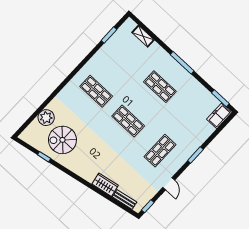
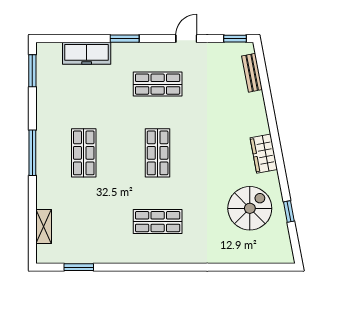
shop shelf: (96, 91) -> (158, 222), turned 90
freezer: (219, 116) -> (87, 53), moved, width x1.40
plant: (46, 118) -> (242, 251), removed
spiral stairs: (62, 140) -> (250, 208), turned -90
wardrobe: (105, 185) -> (264, 154), moved

